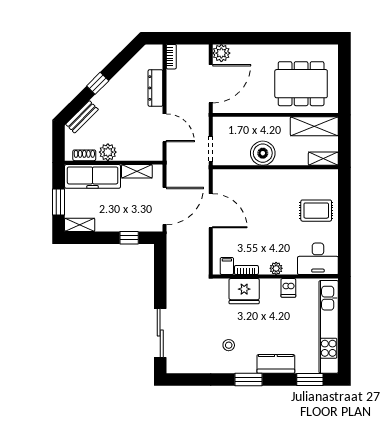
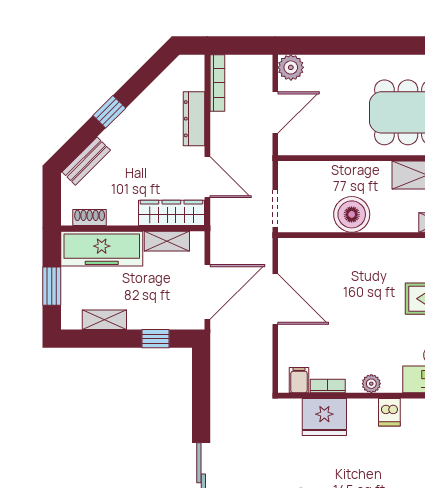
bookcase: (171, 57) -> (217, 83), width x1.56
door: (211, 84) -> (275, 113), width x0.73
plant: (108, 152) -> (124, 213), removed
wardrobe: (140, 152) -> (171, 213), added
shelving: (80, 225) -> (104, 320), moved

